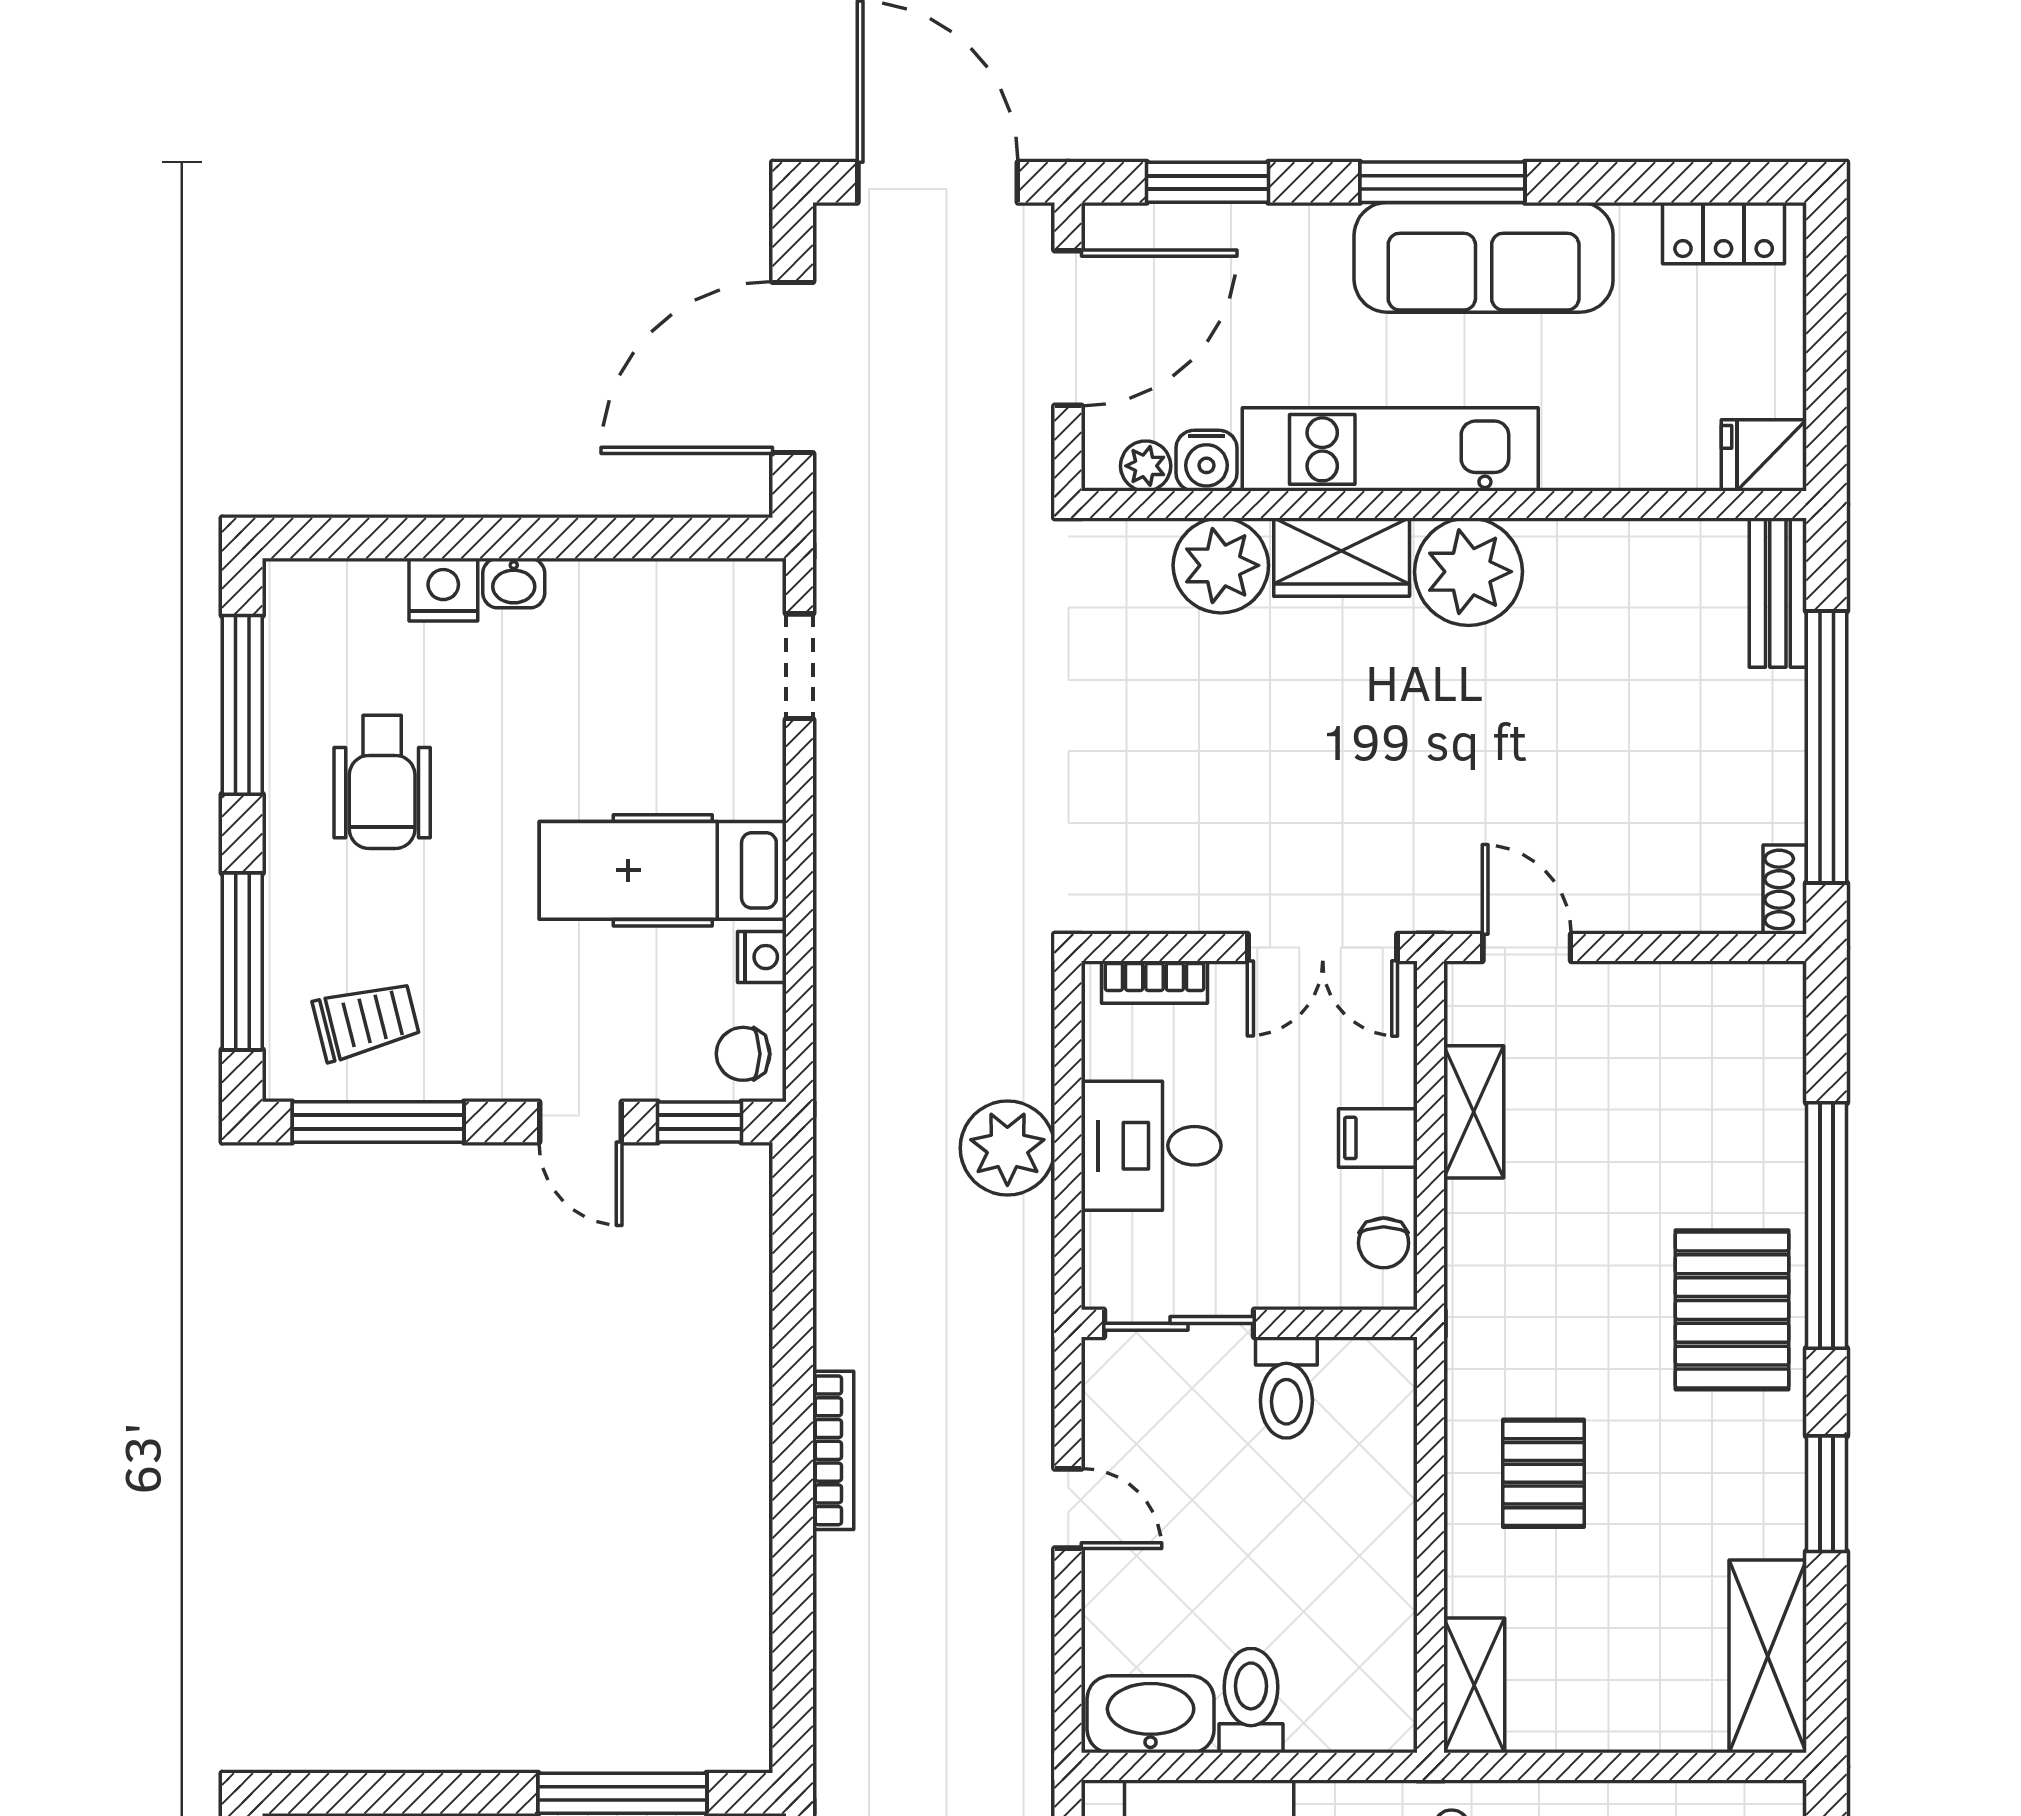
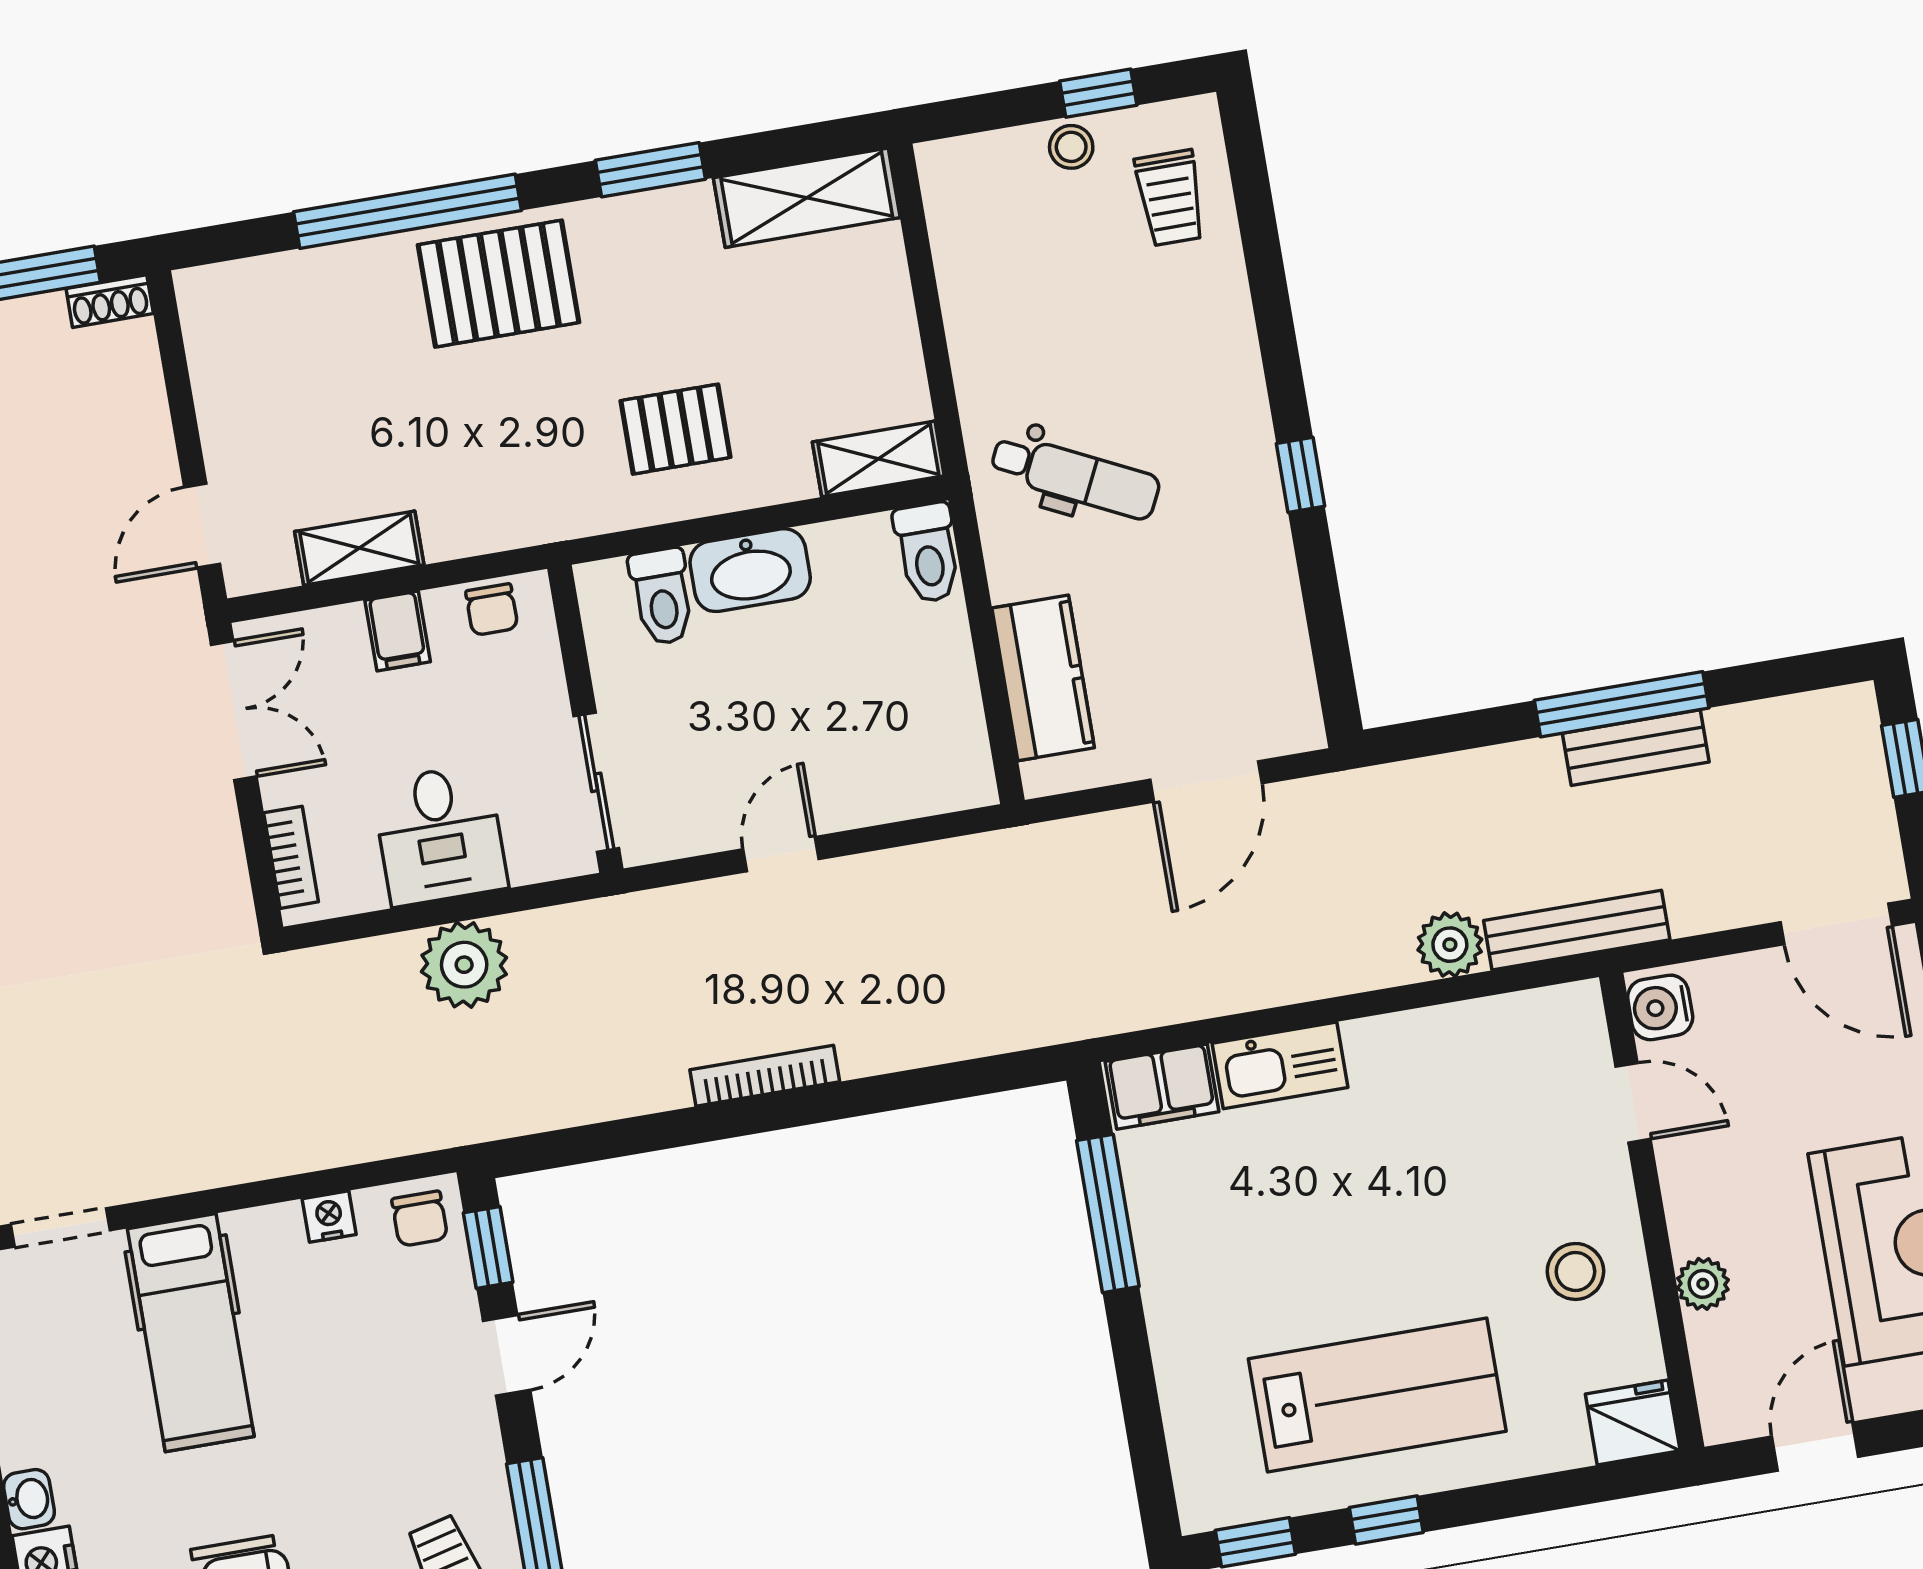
hospital bed: (663, 870) -> (191, 1333), moved
chair: (1384, 1243) -> (492, 610), turned 90
toilet: (1286, 1388) -> (662, 596), moved, turned 90
toilet: (1251, 1701) -> (928, 553), moved, turned -90
washbasin: (1151, 1714) -> (750, 570), moved, turned -90

